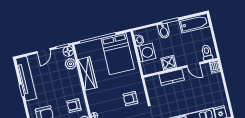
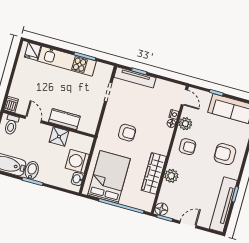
bidet: (164, 31) -> (32, 170), moved
plant: (71, 64) -> (171, 176), moved
armchair: (130, 99) -> (127, 133), moved

